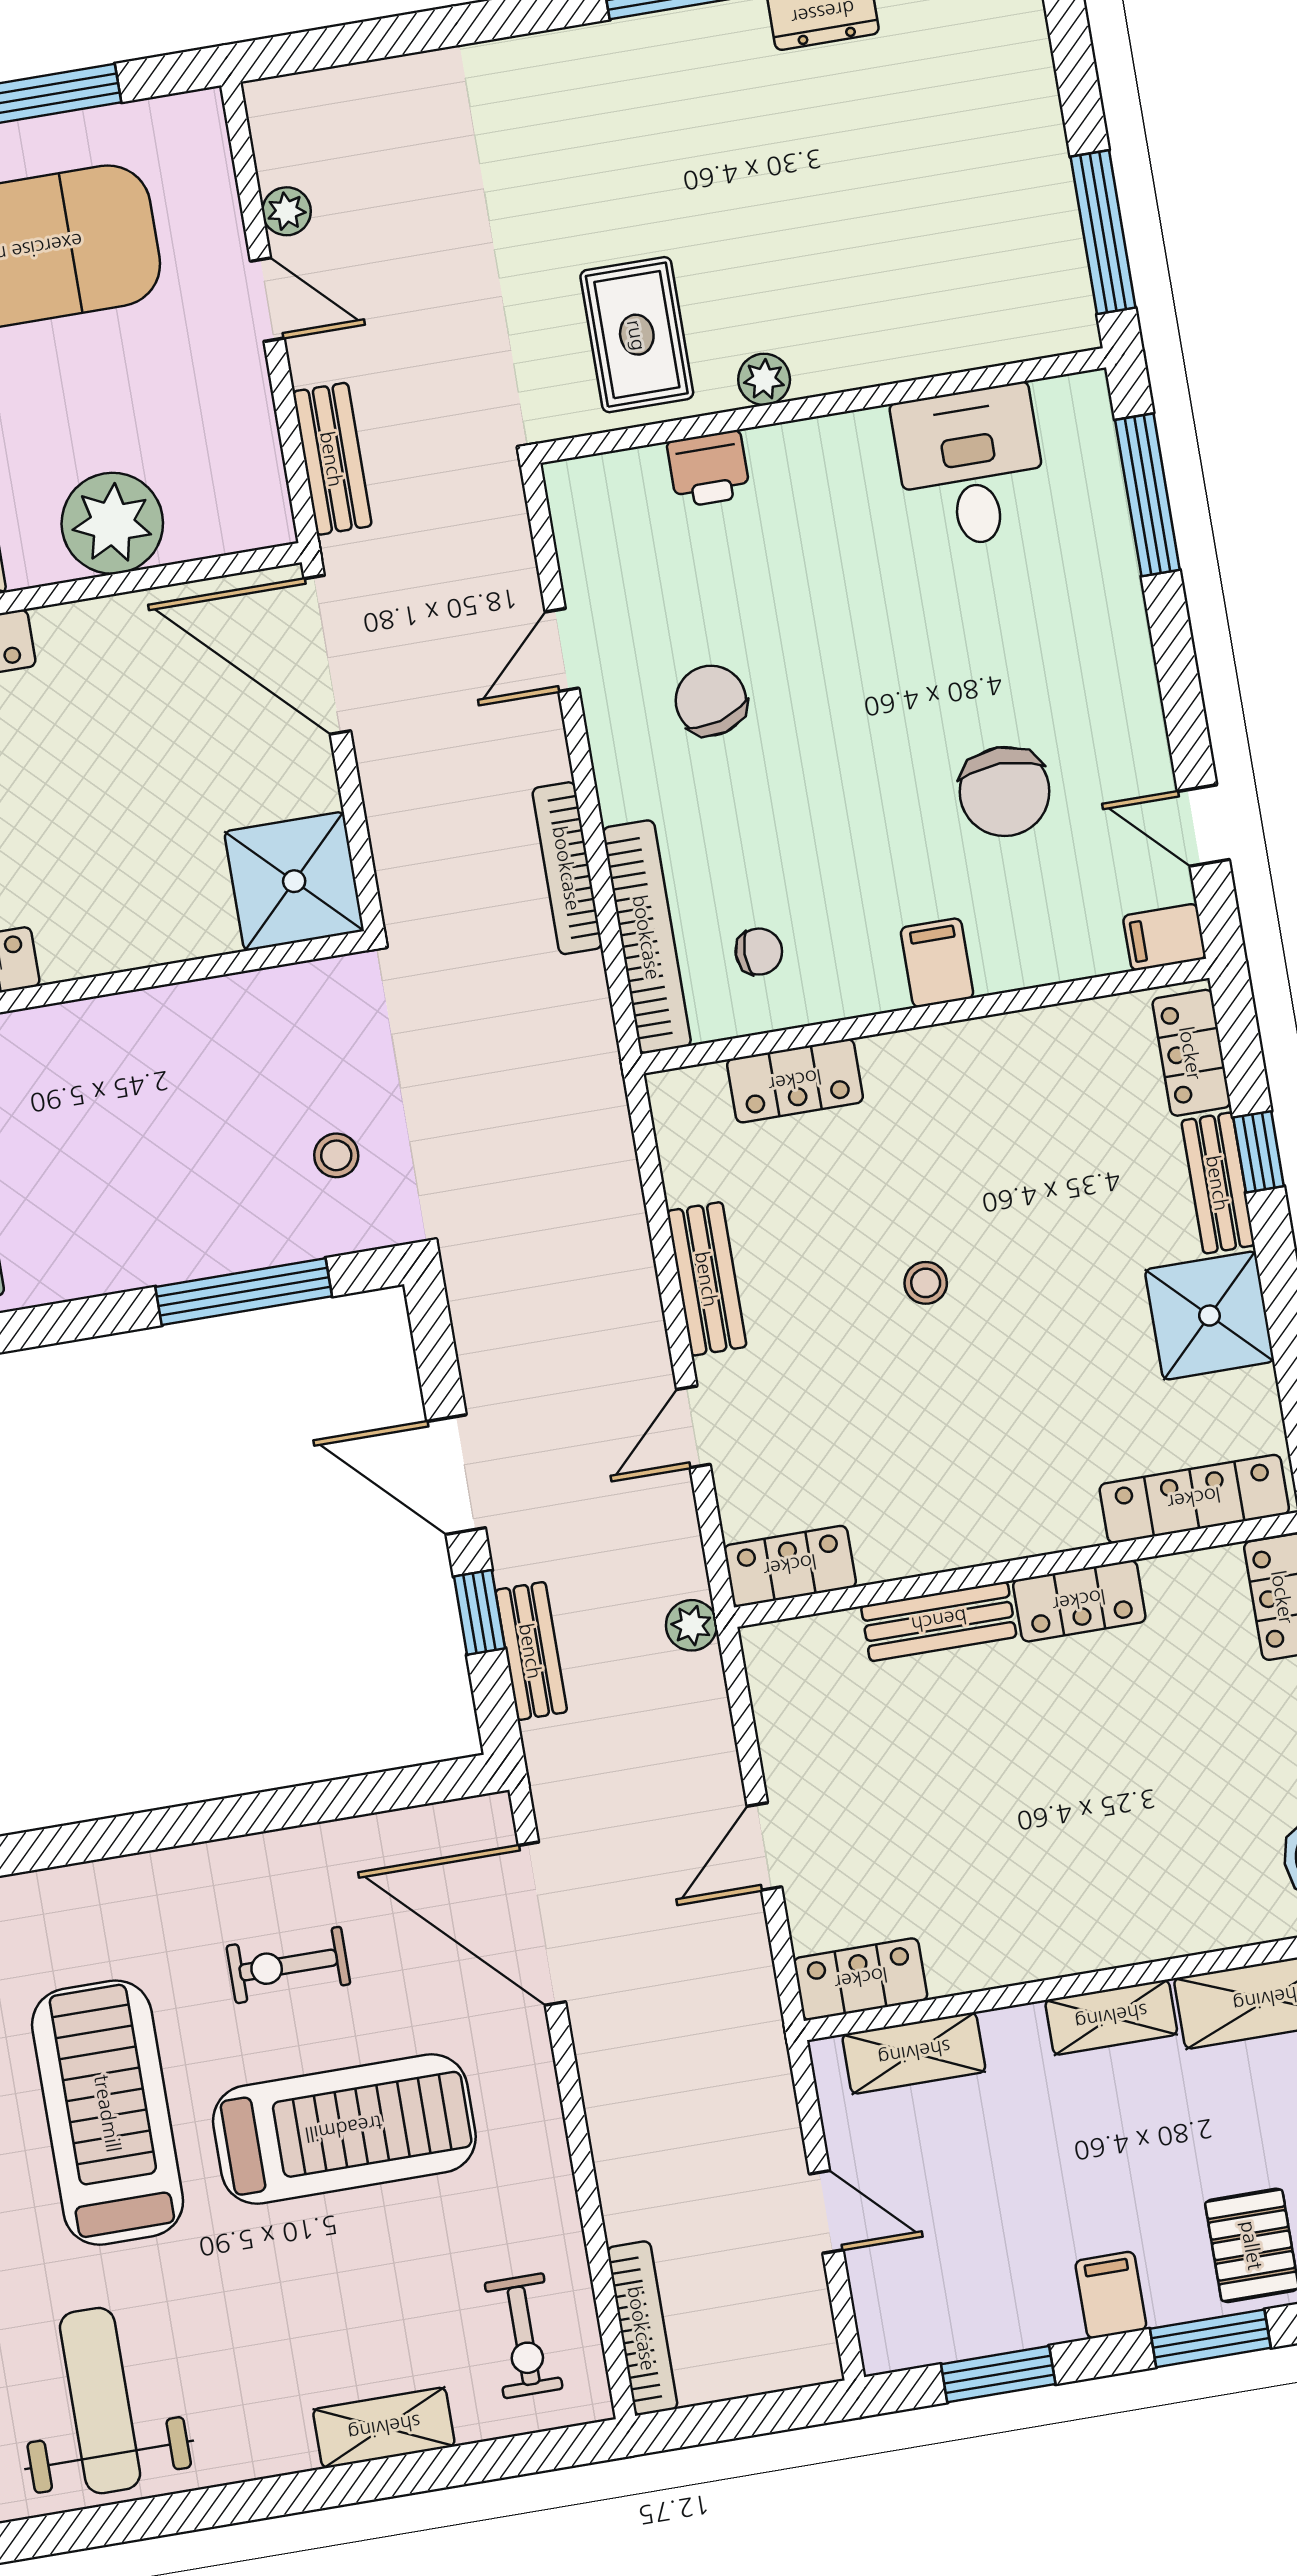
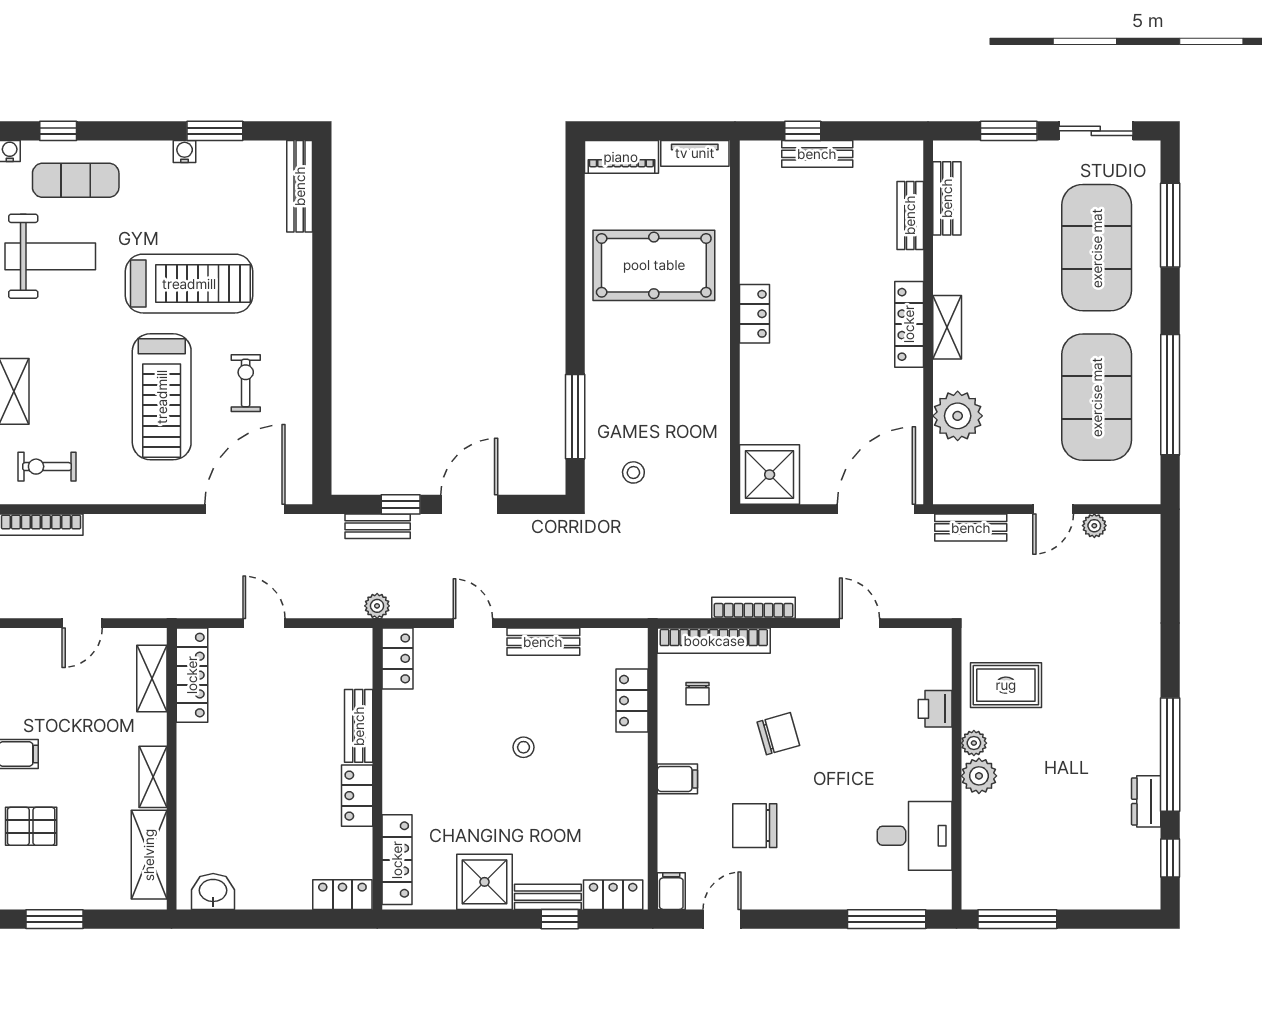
plant: (828, 358) -> (979, 776), added
chair: (711, 701) -> (778, 734), moved
locker: (861, 1979) -> (192, 675), width x1.53

